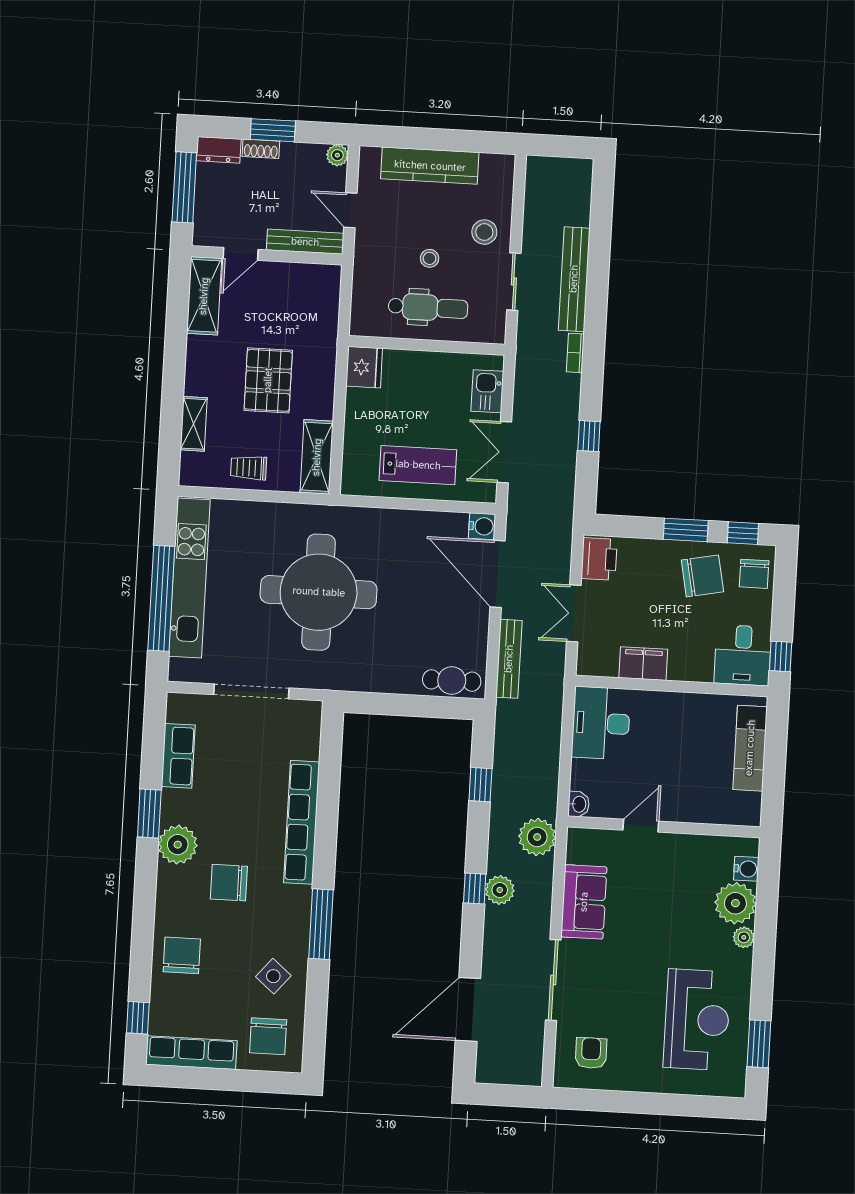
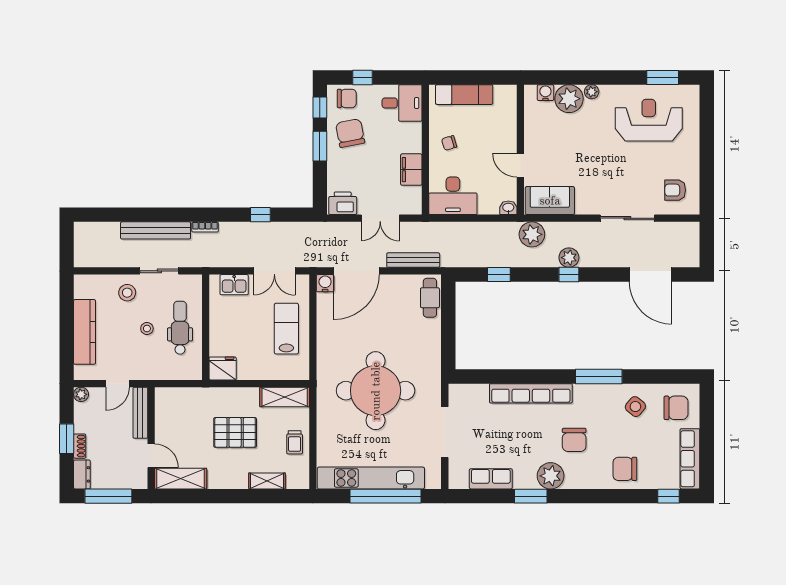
window: (781, 656) -> (363, 78), moved
chair: (680, 722) -> (449, 143), added
sofa: (584, 902) -> (550, 201), moved

